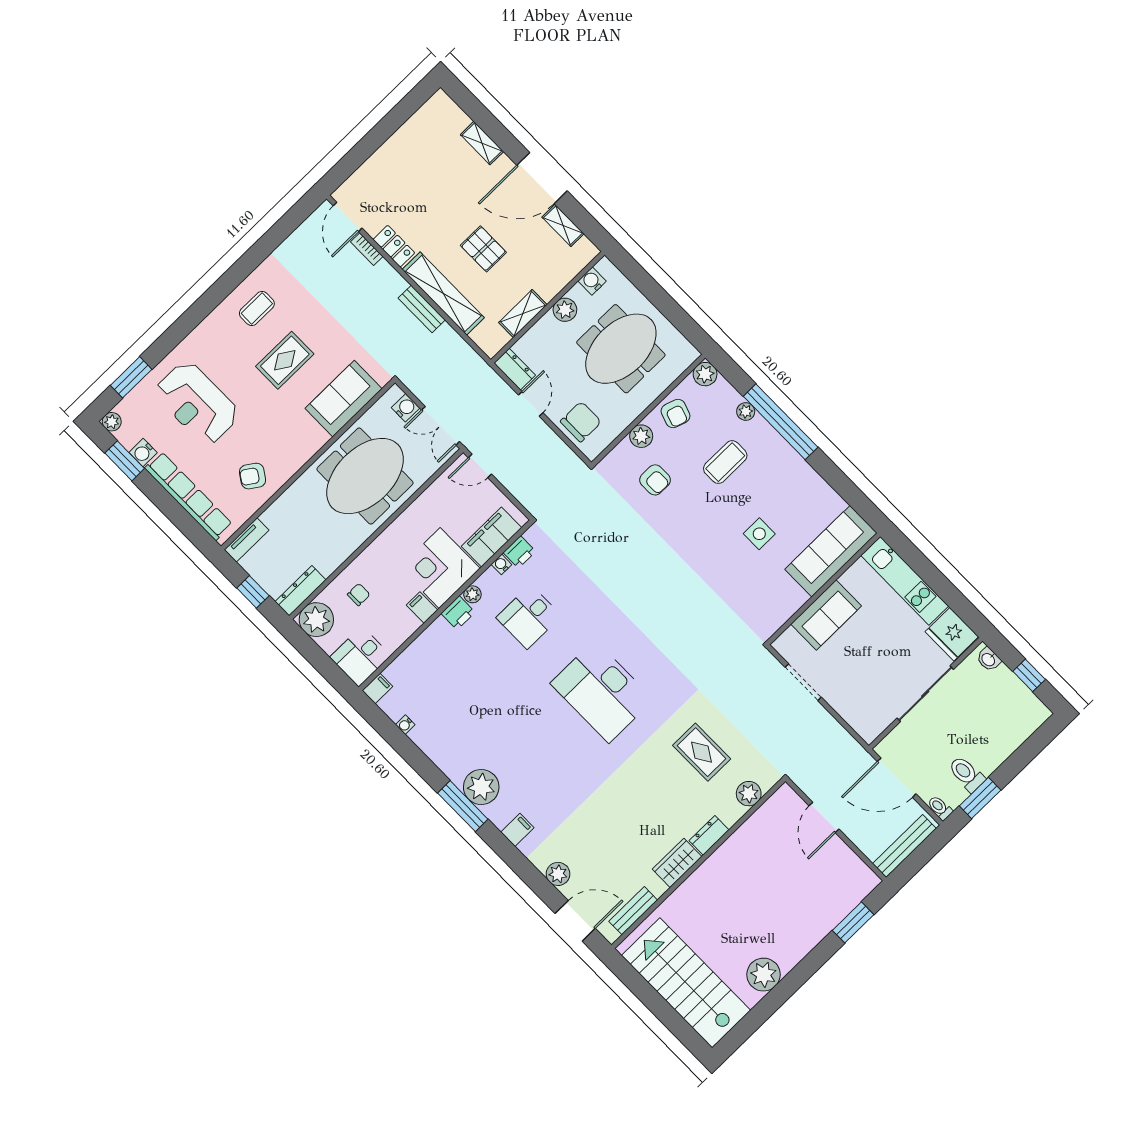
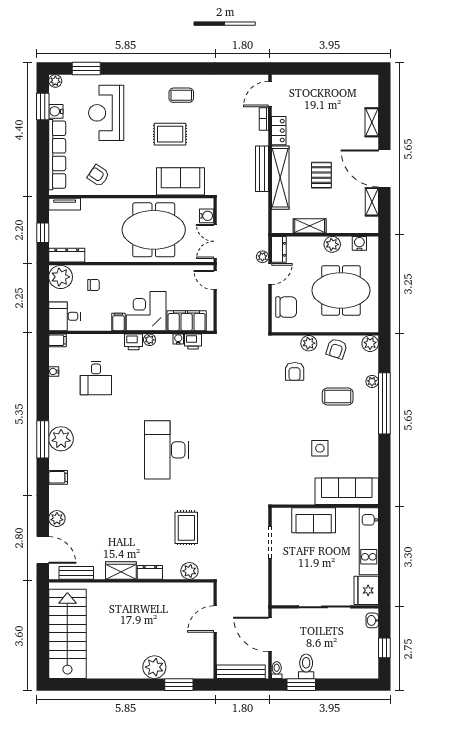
bench: (422, 309) -> (262, 169), width x1.36
plant: (505, 394) -> (262, 257), added
desk: (529, 617) -> (96, 378), moved, turned -90
plant: (764, 975) -> (154, 667), moved

